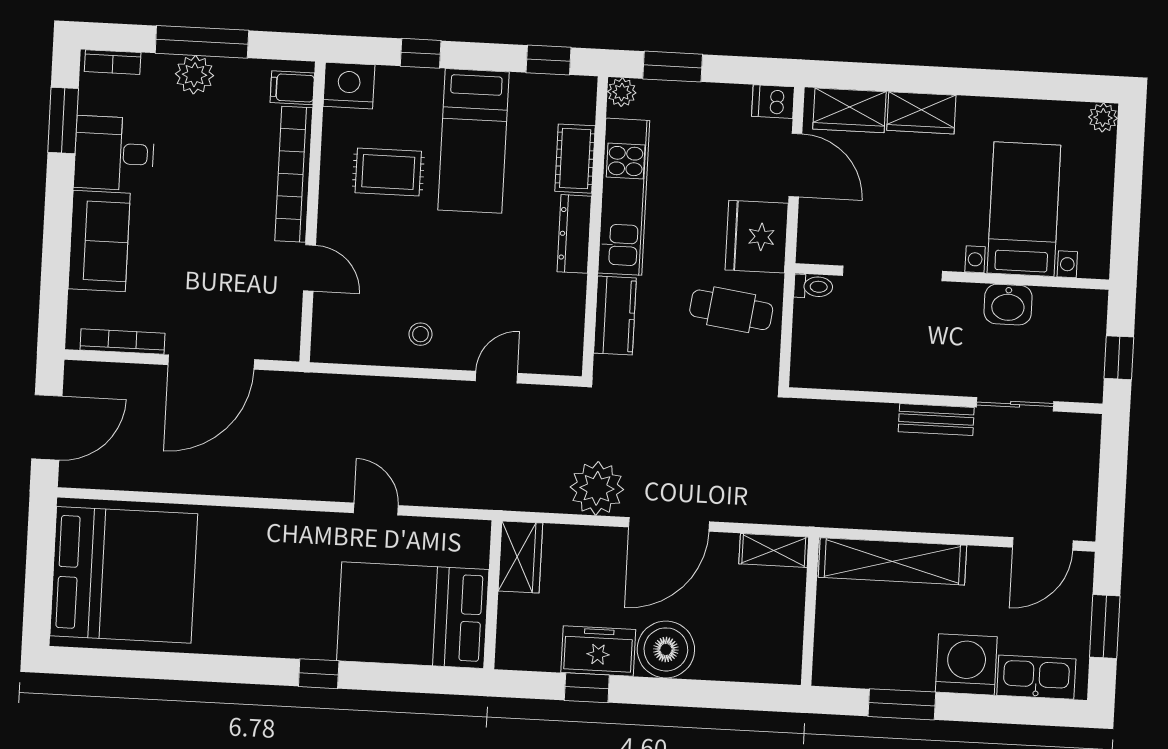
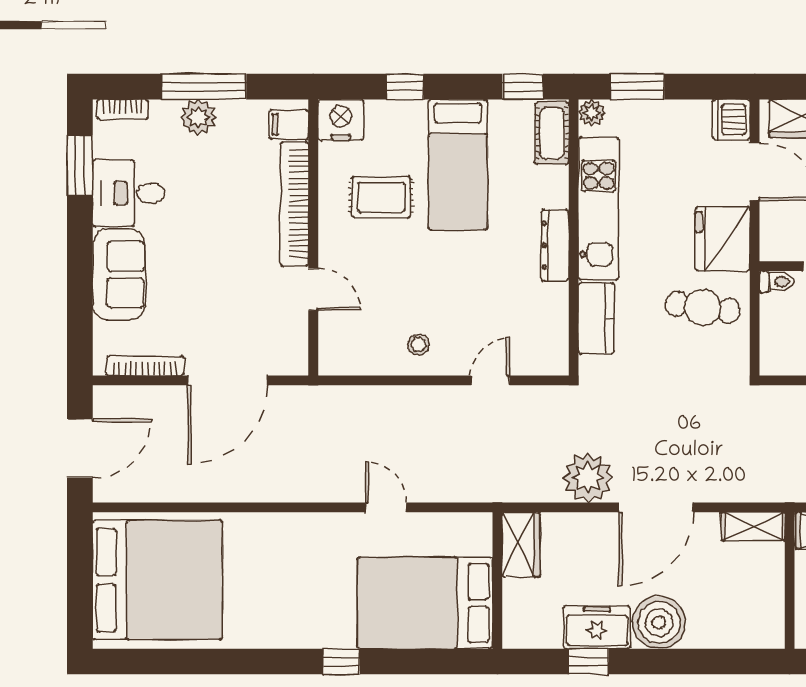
dishwasher: (773, 102) -> (731, 120), width x1.38
cot: (575, 159) -> (552, 133), moved

